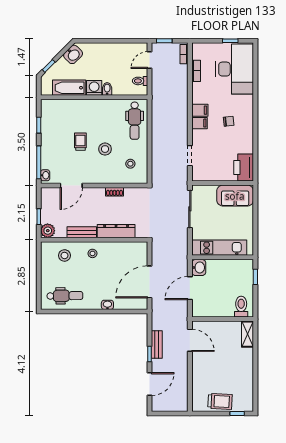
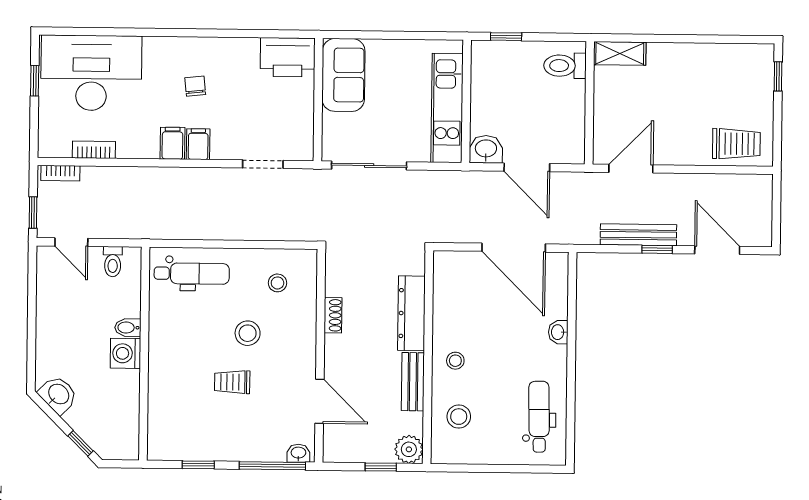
bathtub: (69, 88) -> (124, 403), removed
bench: (157, 344) -> (638, 235), width x1.36
trolley: (220, 401) -> (736, 144), moved, turned 87

